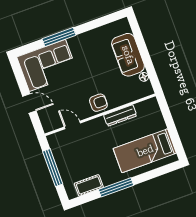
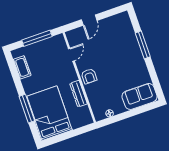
sofa: (128, 55) -> (140, 96), moved
corner sofa: (47, 65) -> (120, 35), removed
bed: (145, 151) -> (50, 113), width x1.50
window: (116, 187) -> (27, 109), moved

